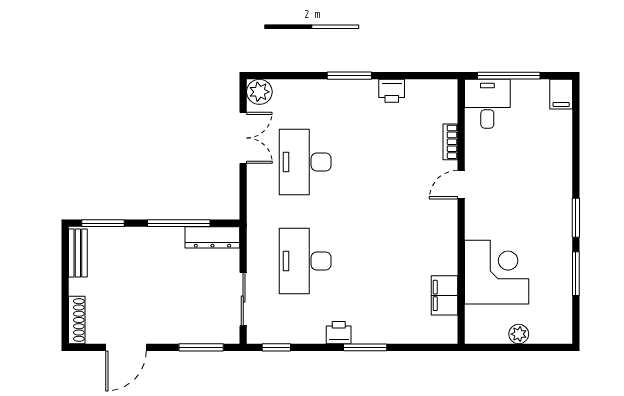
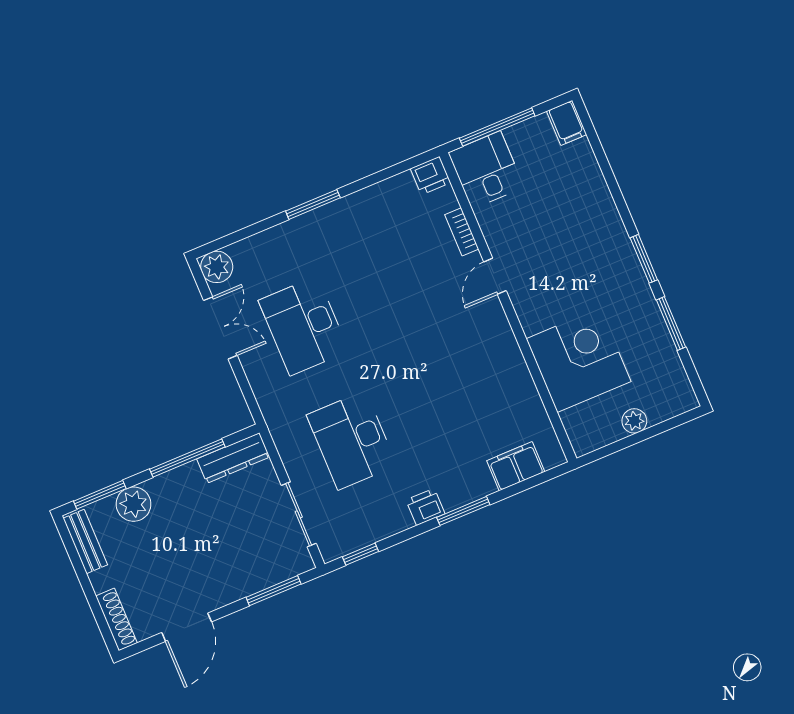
printer: (392, 91) -> (431, 176), moved
plant: (125, 240) -> (134, 504), added
filing cabinet: (444, 295) -> (516, 466), moved, turned 90

